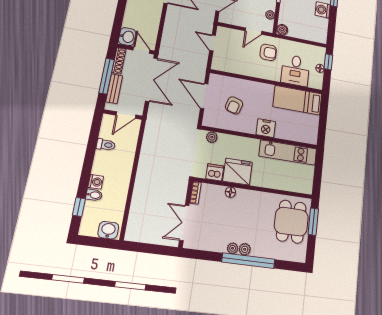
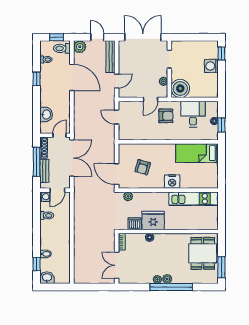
boiler: (282, 30) -> (180, 88), width x1.86, depth x1.86
washbasin: (127, 37) -> (46, 115), moved
door: (141, 50) -> (60, 135), hinge flipped
window: (328, 62) -> (221, 125), moved
desk: (295, 70) -> (193, 114), moved, turned 180
door: (204, 96) -> (117, 174), moved
washing machine: (96, 182) -> (45, 197), moved
window: (313, 222) -> (221, 267), moved
washbasin: (108, 230) -> (47, 278), moved

